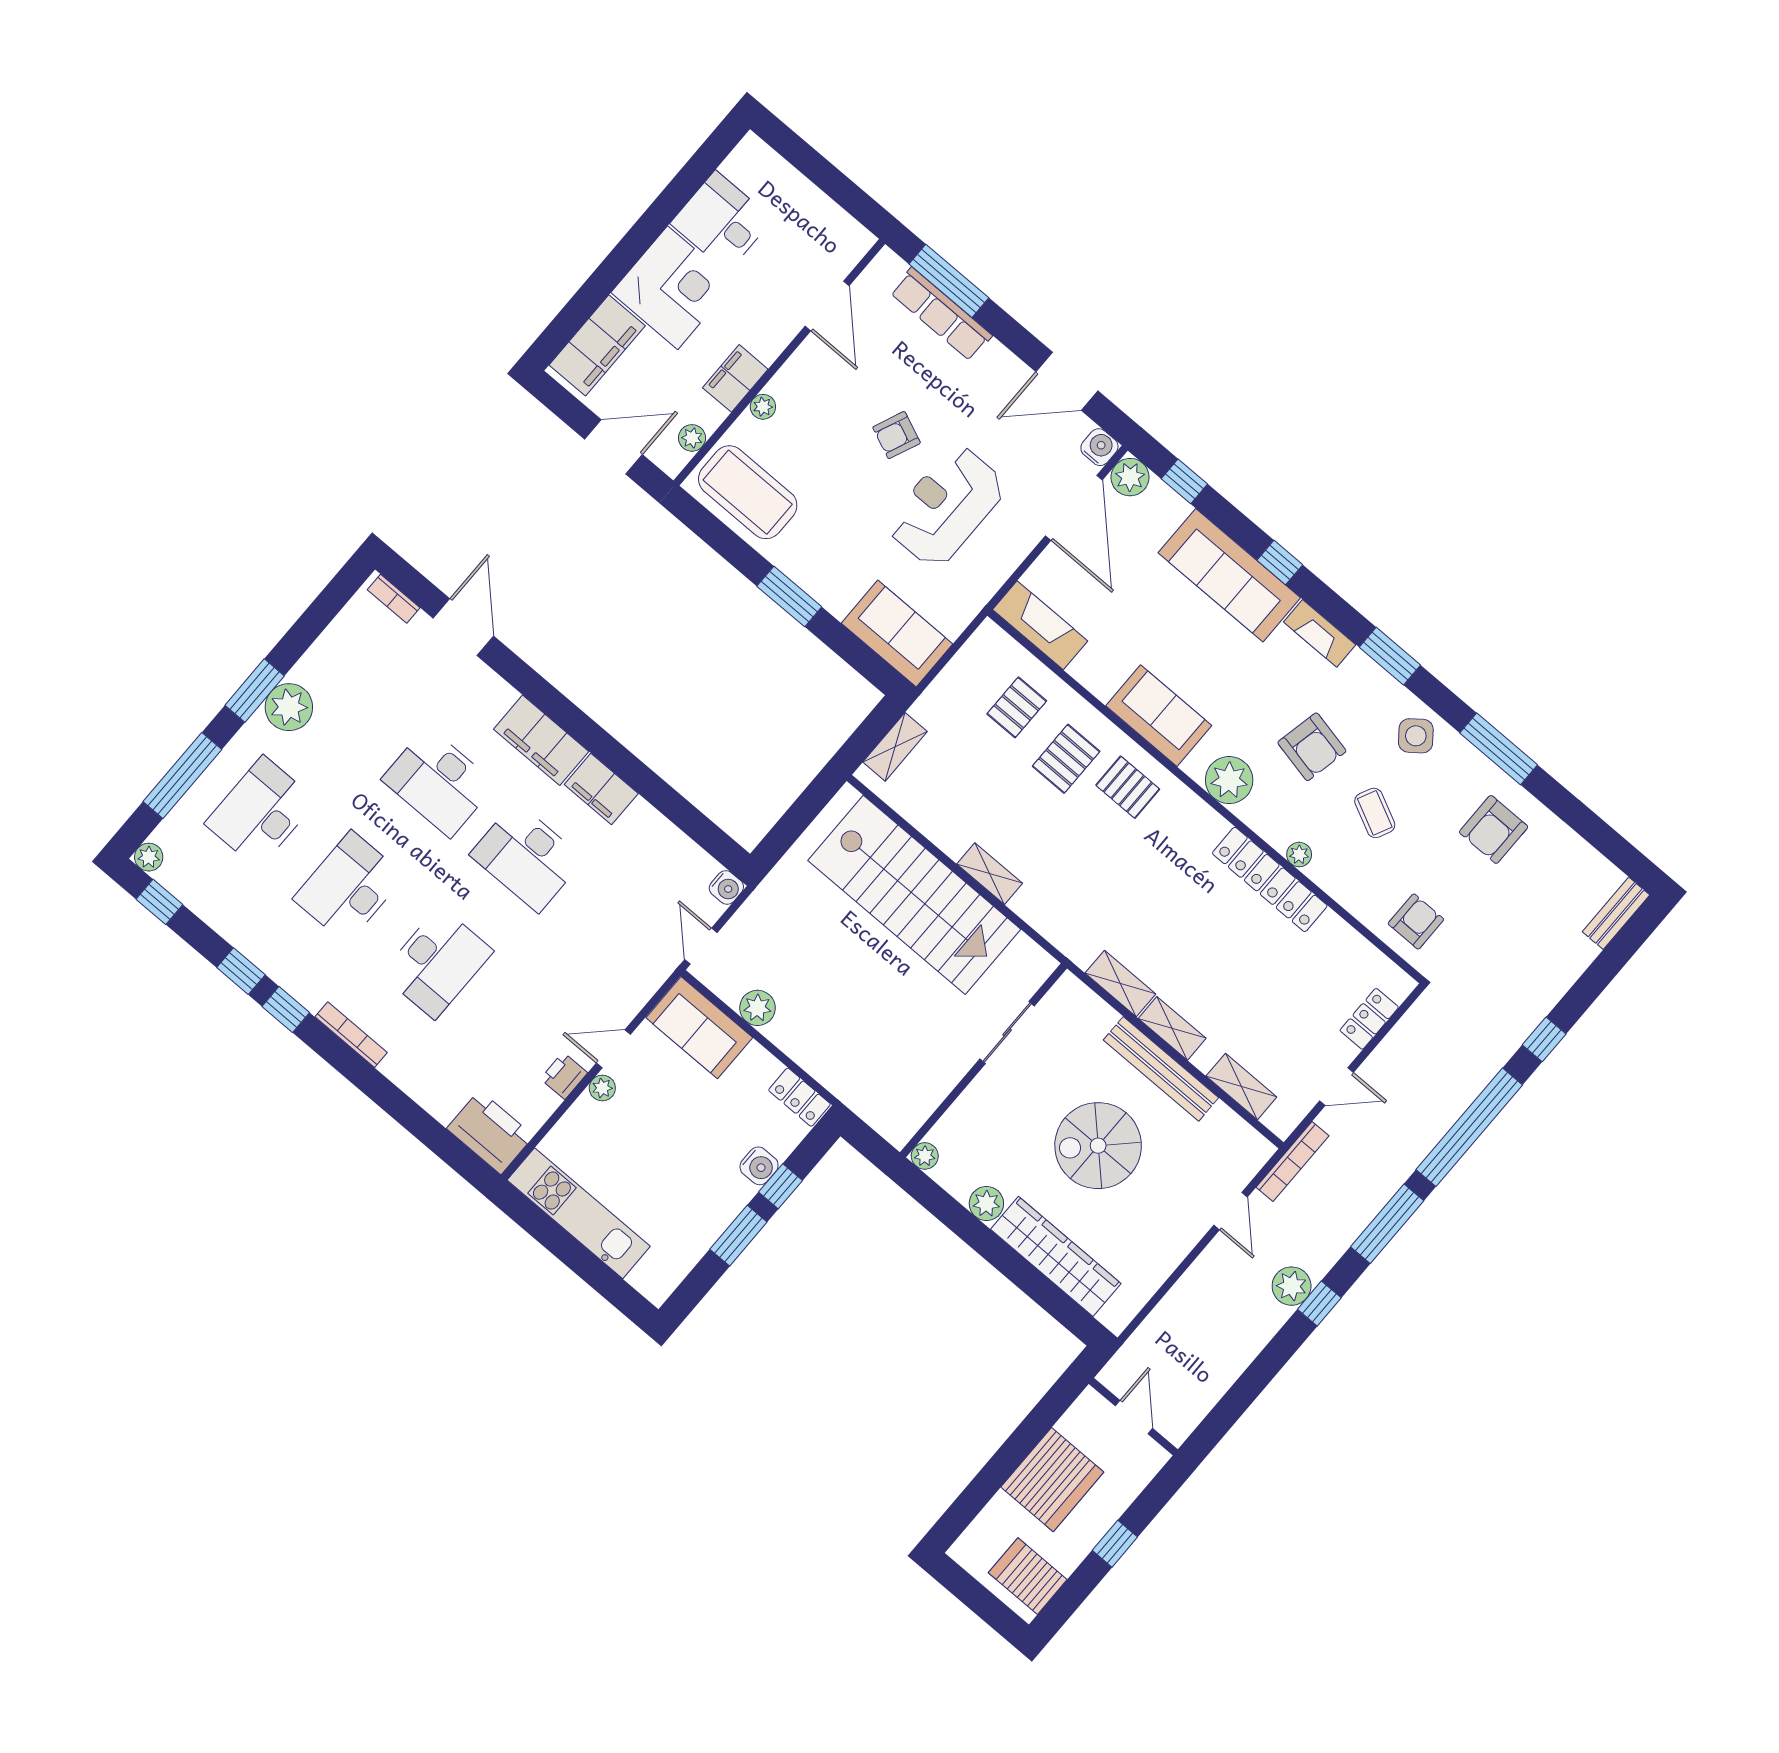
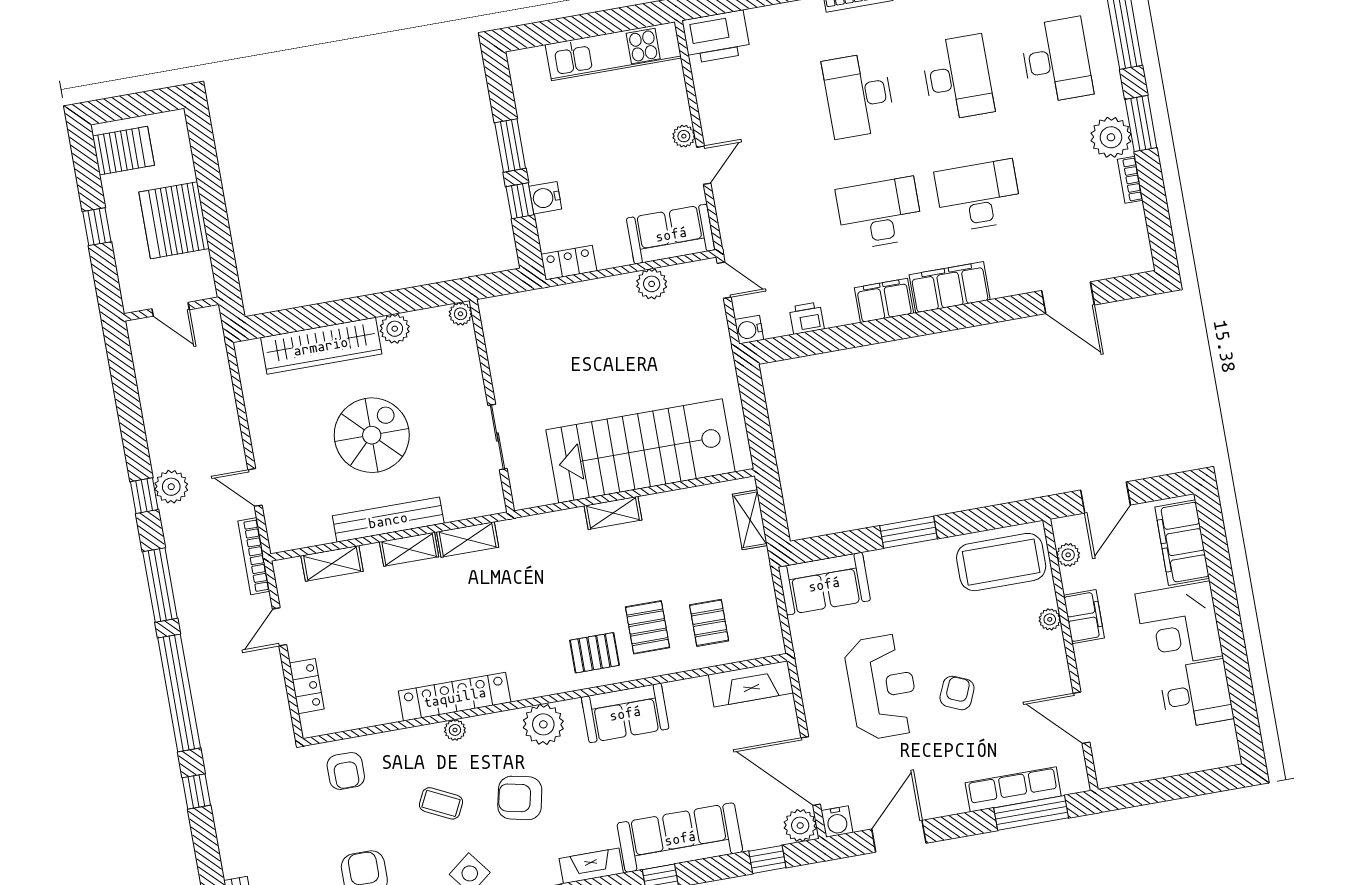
bookcase: (394, 599) -> (1130, 180), moved, turned -90
printer: (564, 1076) -> (807, 318), moved, turned -90

